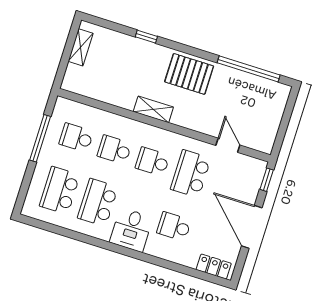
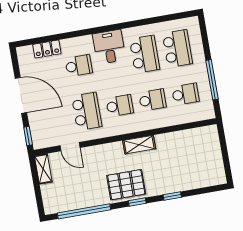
shelving: (81, 47) -> (43, 169), moved
window: (187, 49) -> (137, 202), added
locker: (214, 267) -> (47, 49), moved

